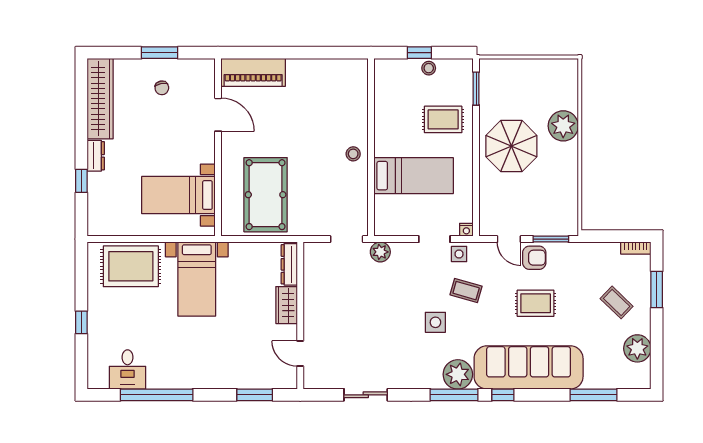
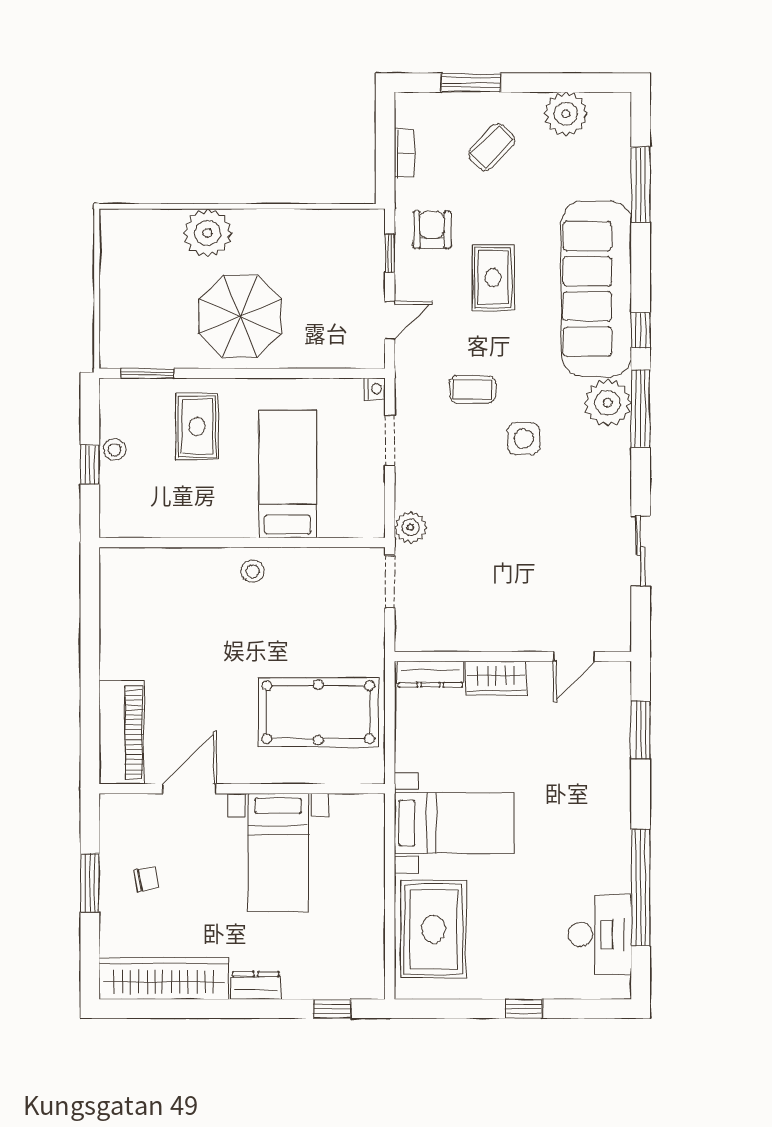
window: (81, 181) -> (332, 1009), moved
bed with nightstands: (178, 195) -> (278, 852), moved
window: (551, 239) -> (390, 253), width x0.67
bookcase: (636, 248) -> (404, 153), moved
side table: (459, 254) -> (414, 401), removed
armchair: (534, 258) -> (432, 230), moved
coffee table: (466, 291) -> (473, 389), turned 74
desk: (128, 369) -> (600, 934), width x1.37

